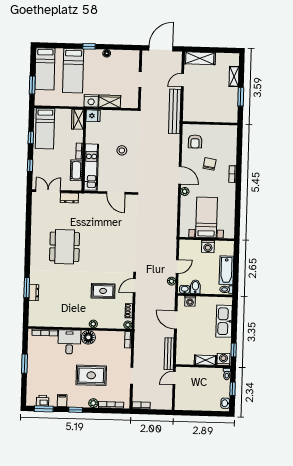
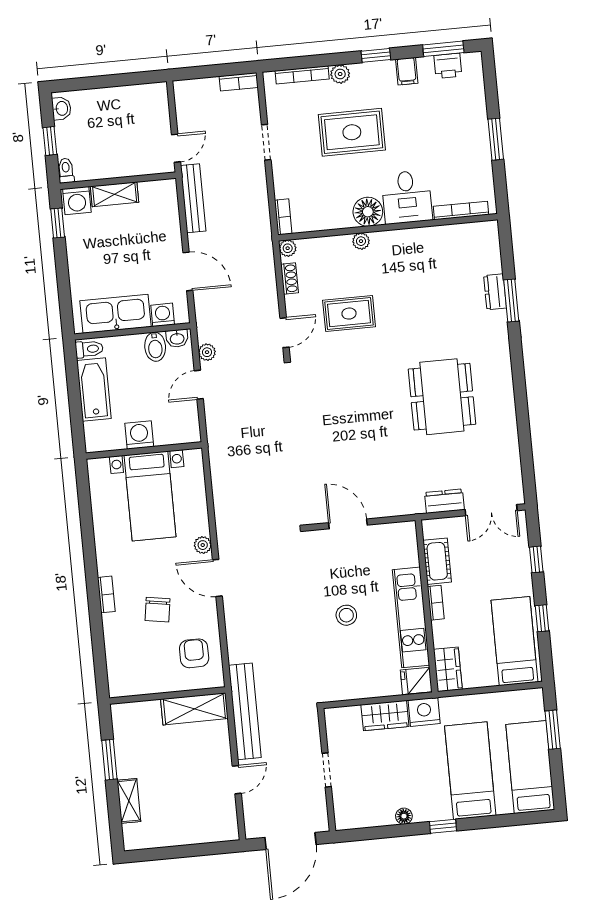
shelving: (200, 58) -> (194, 709), moved
kitchen unit: (91, 167) -> (411, 617), moved
kitchen sink: (224, 321) -> (116, 314), moved, turned -90

